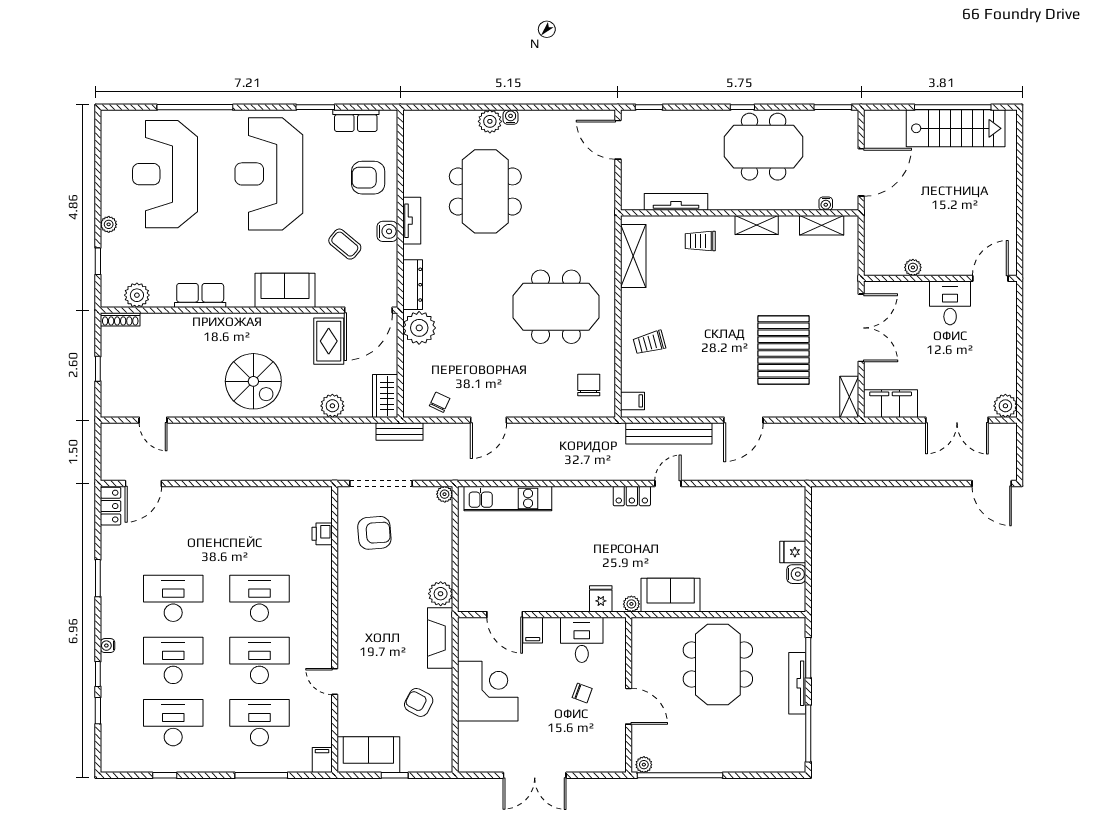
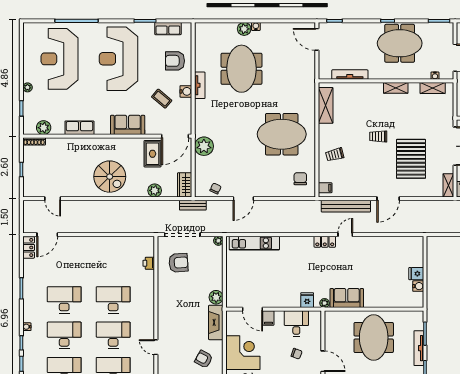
trolley: (700, 241) -> (378, 136), moved
dresser: (413, 285) -> (200, 122), removed

